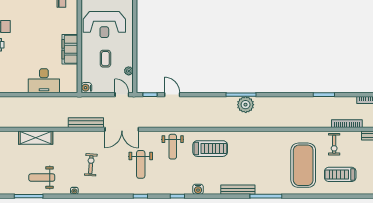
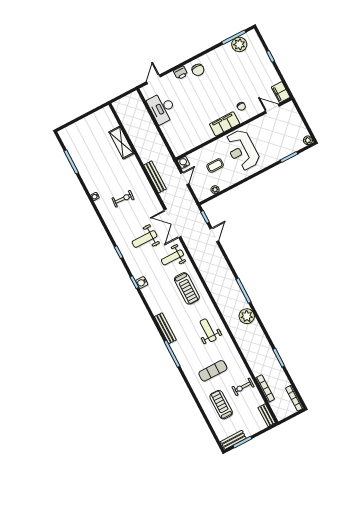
filing cabinet: (70, 49) -> (225, 124), moved
desk: (44, 81) -> (162, 108), moved
door: (122, 95) -> (185, 179), moved
plant: (246, 105) -> (247, 316), moved
double door: (122, 129) -> (173, 223), moved
exercise mat: (303, 165) -> (213, 371), width x0.50, depth x0.69
weight bench: (42, 178) -> (208, 330), moved
water cooler: (198, 189) -> (142, 283), moved

